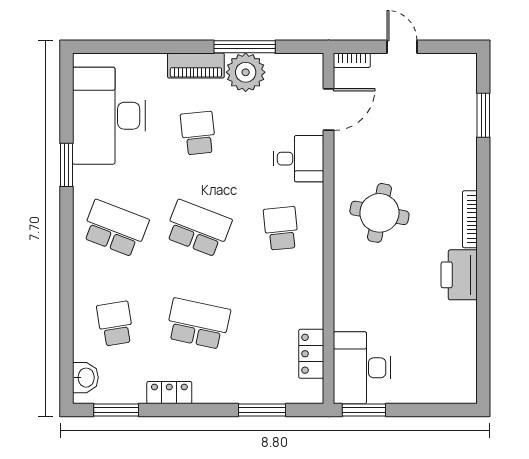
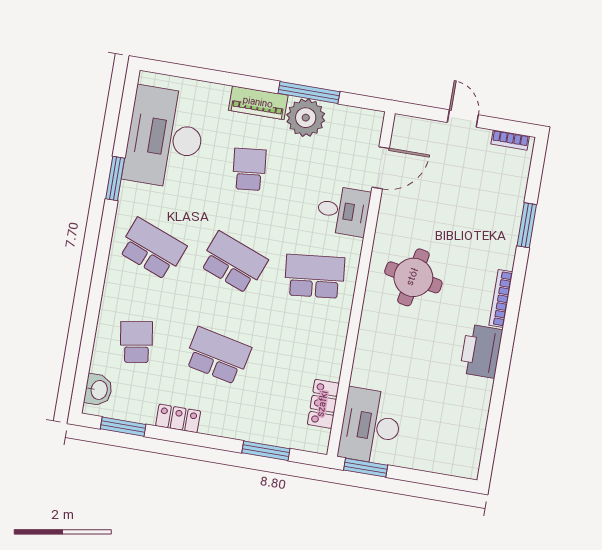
bookcase: (352, 60) -> (510, 140), moved
window: (483, 115) -> (527, 225), moved
school desk: (281, 228) -> (315, 276), width x1.85

